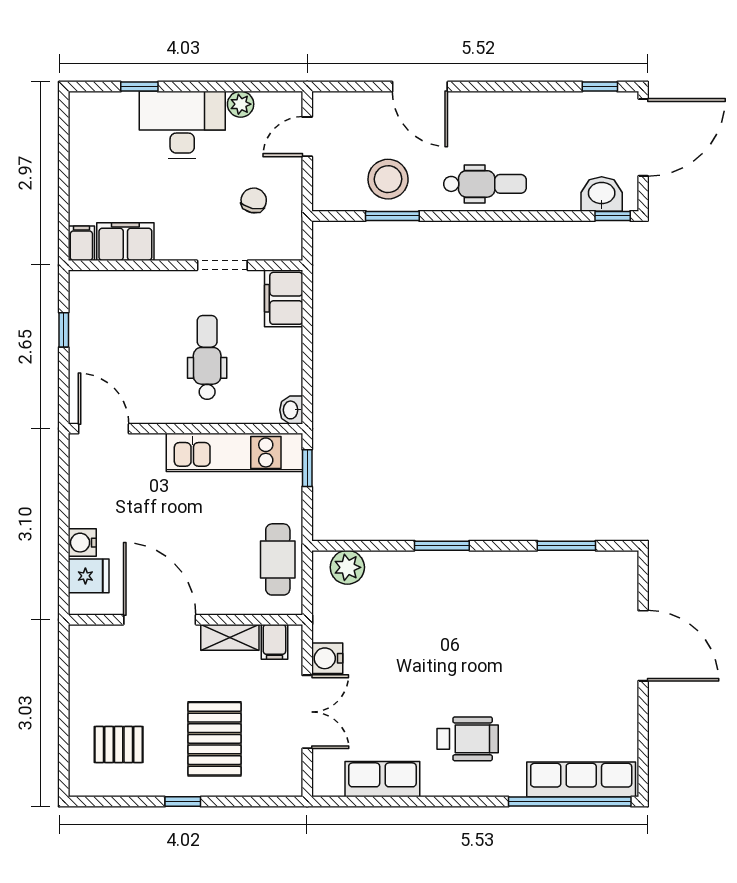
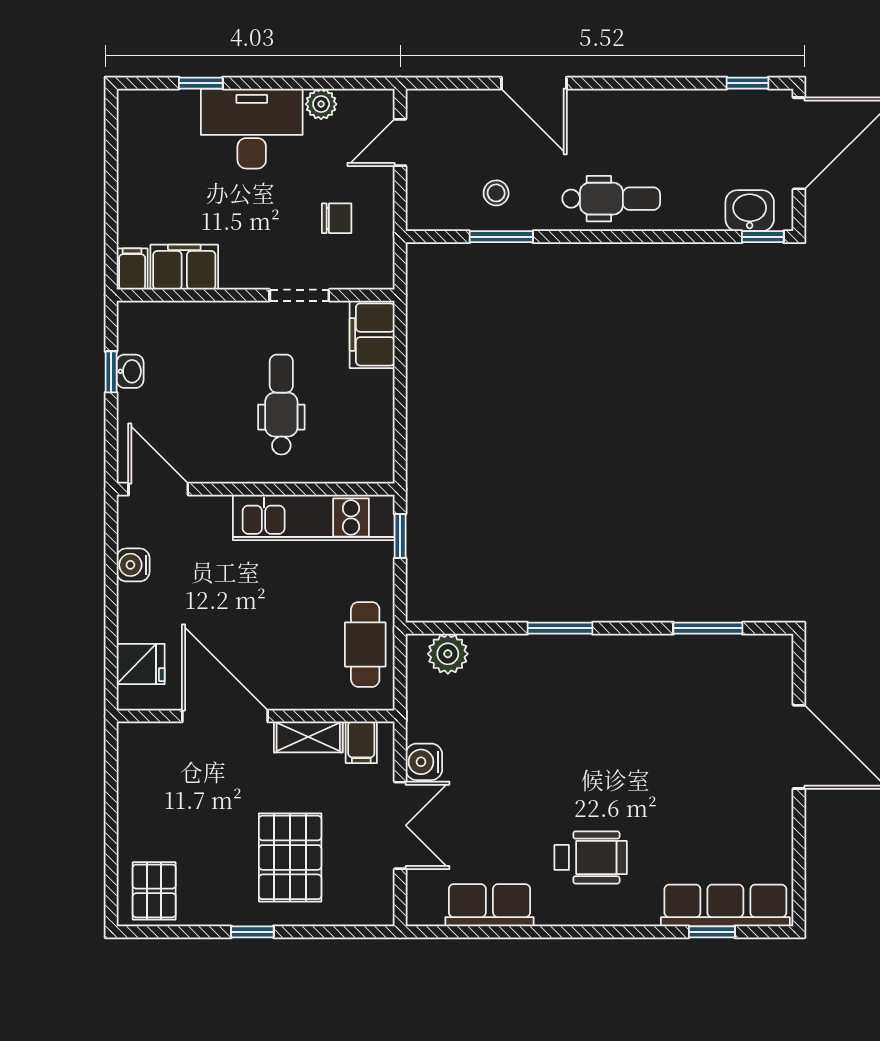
stool: (388, 179) -> (496, 193), width x0.53, depth x0.53
chair: (254, 200) -> (337, 218), turned 78
washbasin: (291, 410) -> (130, 371), moved, turned 180
water cooler: (82, 543) -> (133, 565), moved
pallet: (119, 745) -> (154, 891), moved, turned 90
window: (570, 802) -> (712, 932), width x0.32

